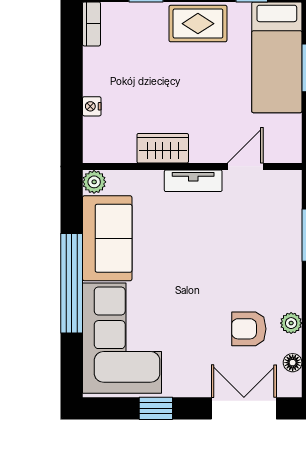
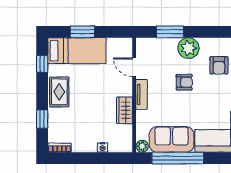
armchair: (217, 262) -> (184, 82), added
window: (72, 283) -> (178, 158), moved
plant: (291, 323) -> (188, 48), moved, width x1.88, depth x1.88

